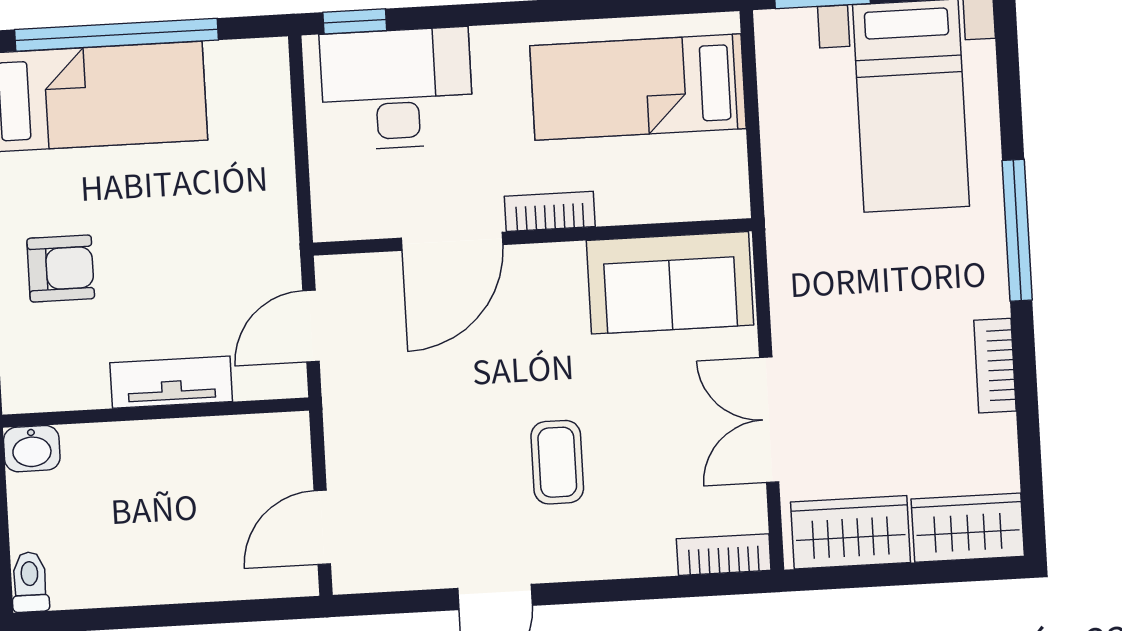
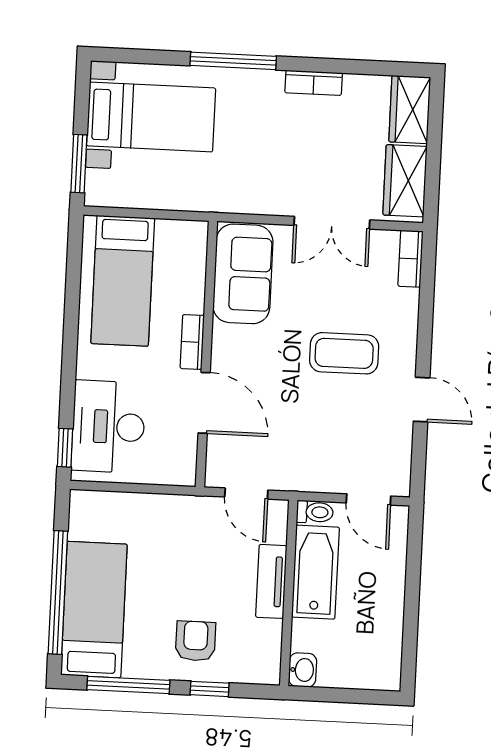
bathtub: (194, 453) -> (315, 572), added
coffee table: (557, 462) -> (344, 353), width x1.36, depth x1.30
toilet: (30, 582) -> (315, 512), moved, turned 180

